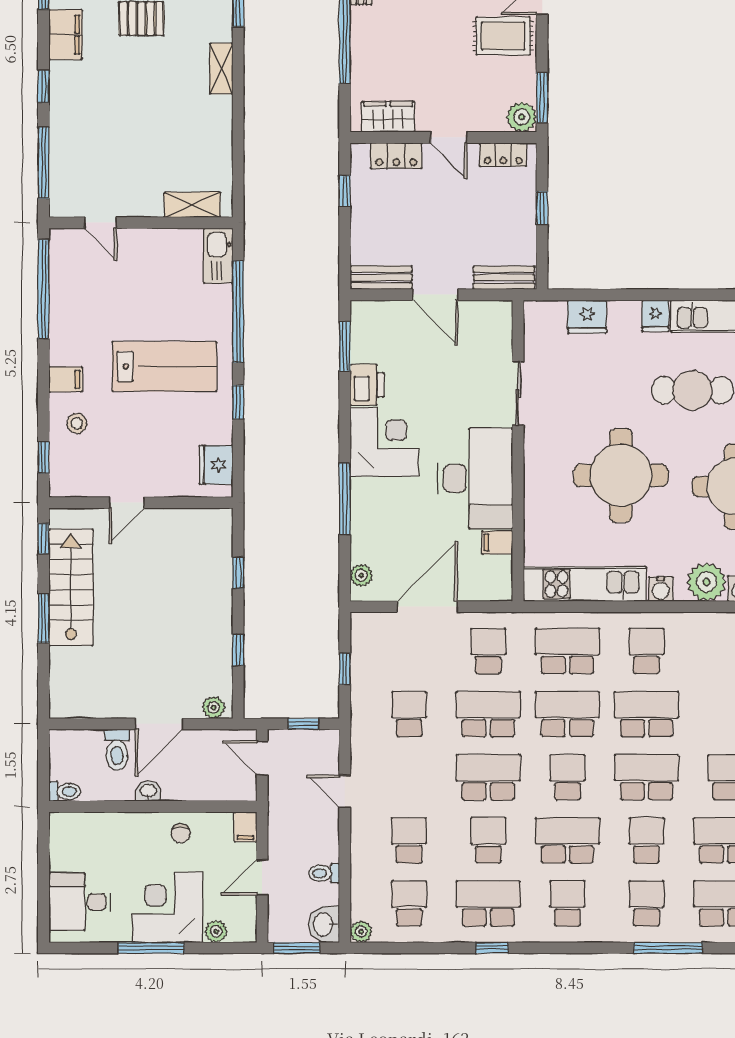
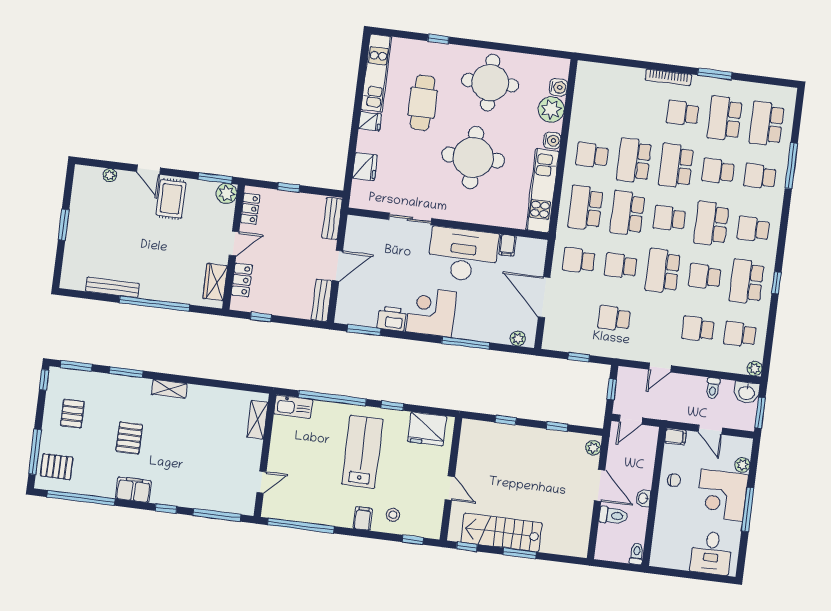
fridge: (216, 465) -> (427, 429), width x1.36, depth x1.34
school desk: (488, 714) -> (621, 266), width x0.54

